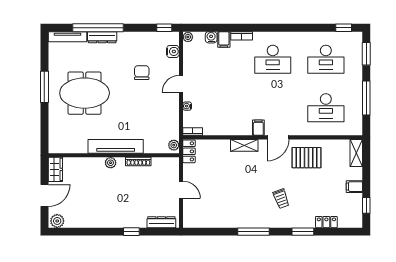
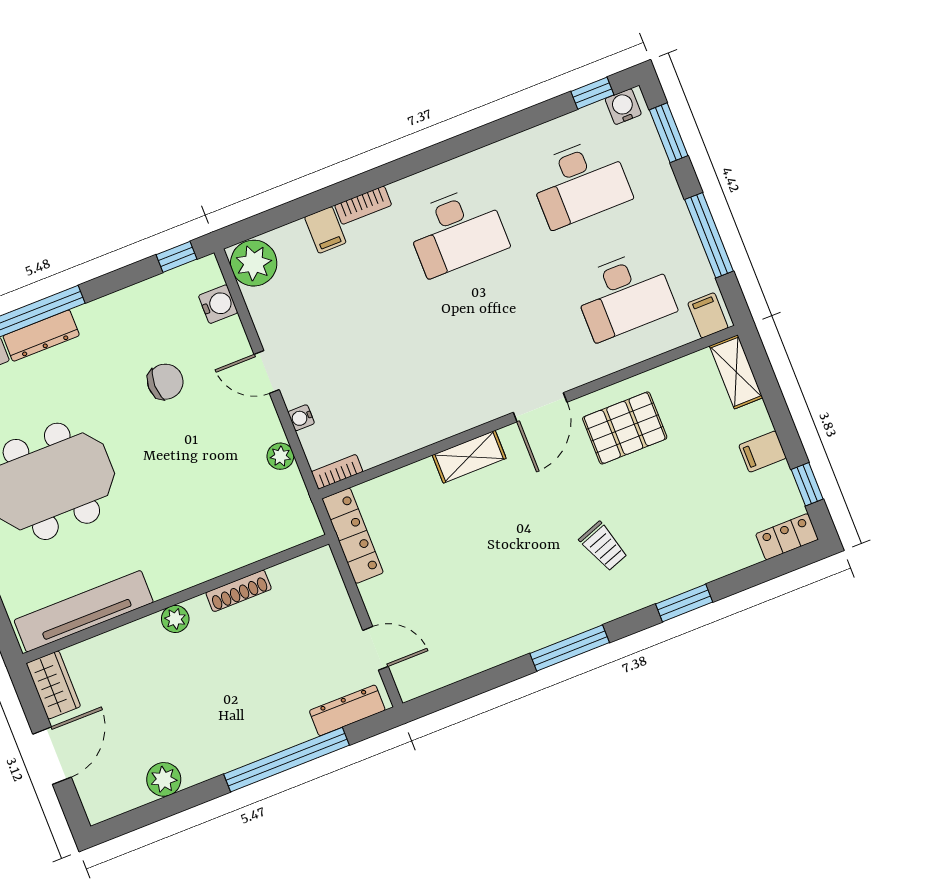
plant: (188, 37) -> (254, 263), width x1.88, depth x1.88
water cooler: (211, 37) -> (623, 107), moved
chair: (142, 73) -> (165, 382), turned 90
door: (181, 84) -> (267, 372), hinge flipped
filing cabinet: (258, 128) -> (708, 315), moved
plant: (174, 145) -> (280, 456), moved
tv unit: (116, 146) -> (84, 611), moved
locker: (189, 151) -> (353, 536), width x1.53
door: (181, 190) -> (375, 648), moved
plant: (57, 221) -> (164, 779), moved
locker: (326, 222) -> (787, 537), moved
window: (131, 232) -> (287, 760), width x3.17

